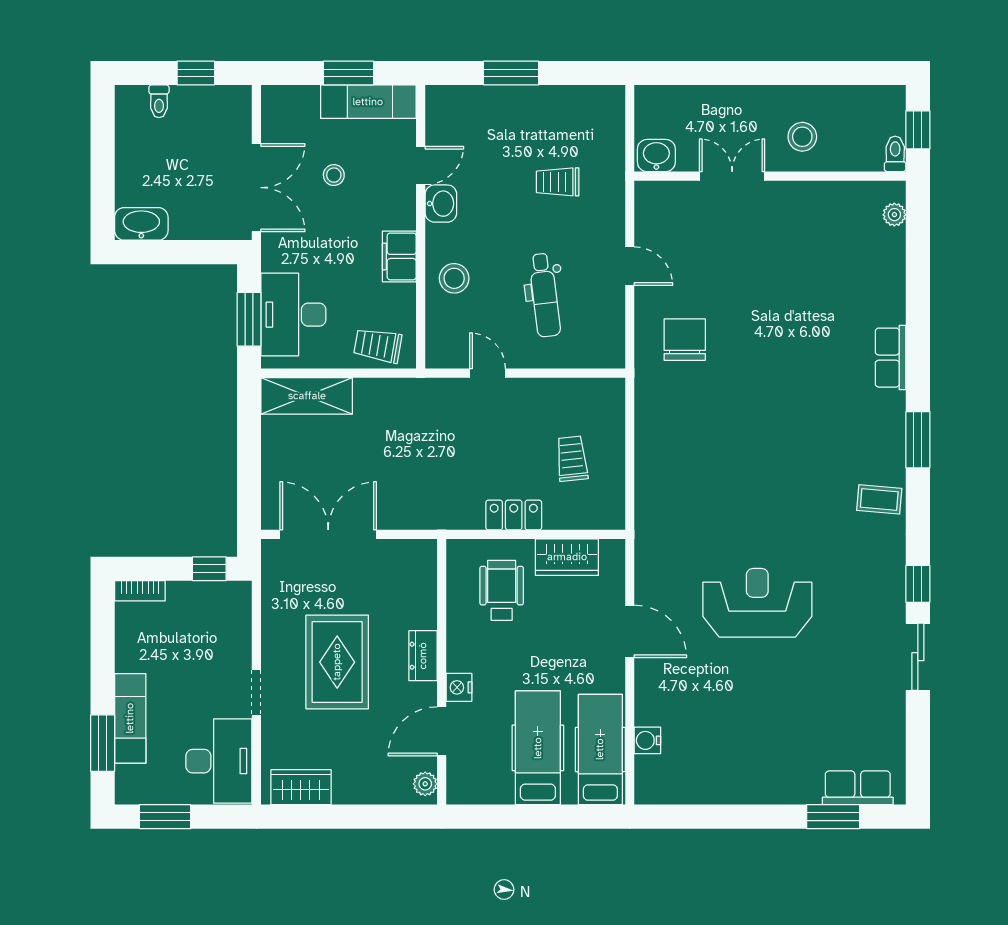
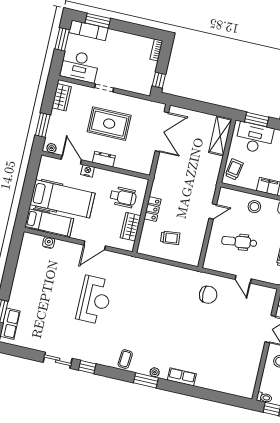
plant: (894, 215) -> (155, 372), moved
door: (630, 266) -> (243, 279), hinge flipped
exam couch: (130, 718) -> (88, 30), moved
hospital bed: (538, 748) -> (62, 199), width x1.37, depth x1.29
window: (376, 817) -> (43, 125), added

